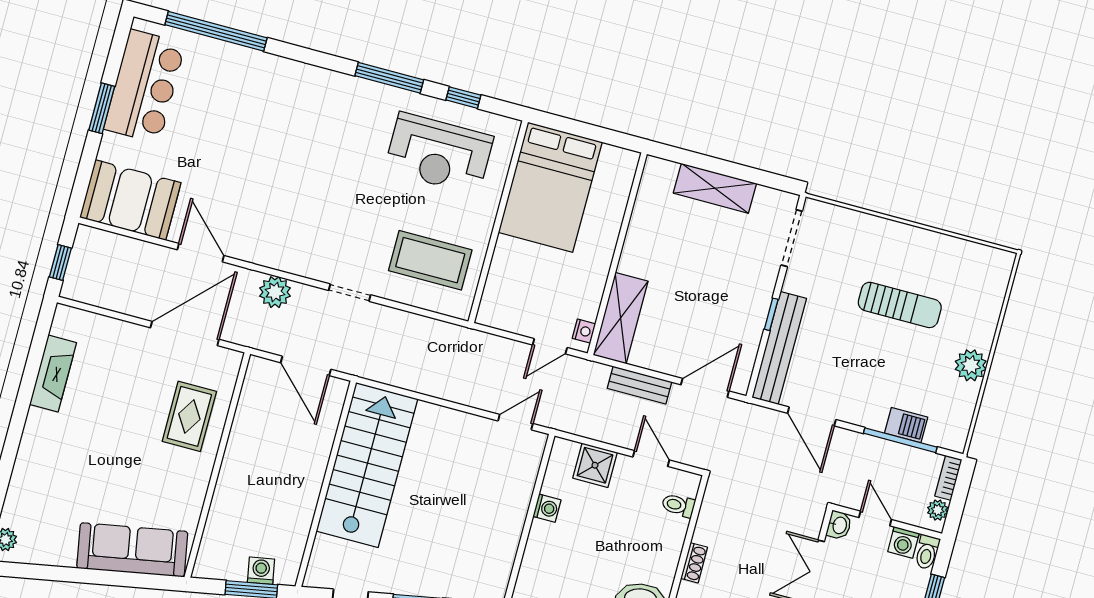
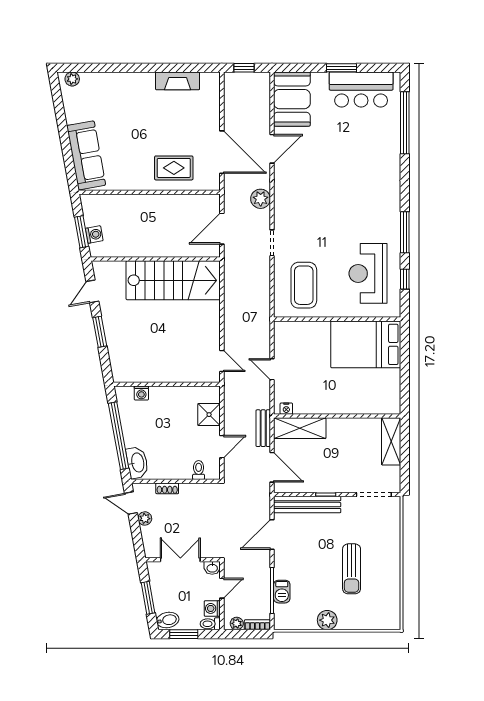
wall: (617, 254) -> (337, 416), moved
shelving: (621, 318) -> (300, 428), moved
nightstand: (584, 331) -> (286, 409), moved
washing machine: (547, 508) -> (141, 393), moved

